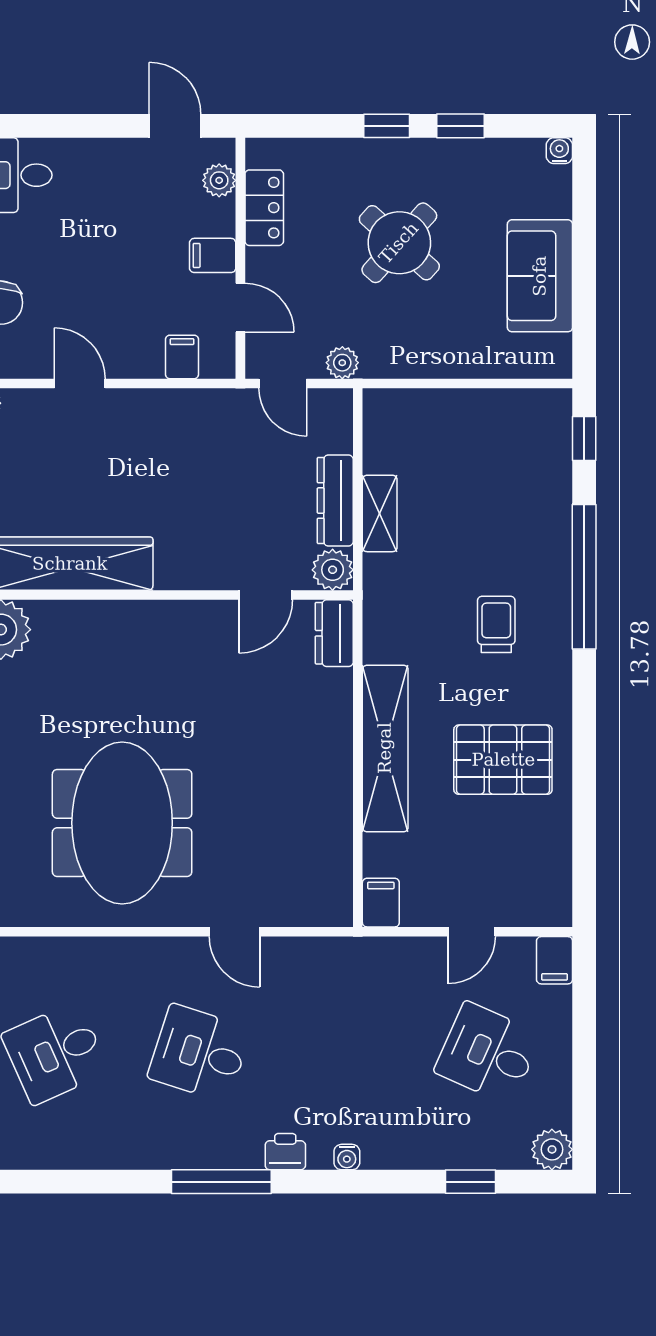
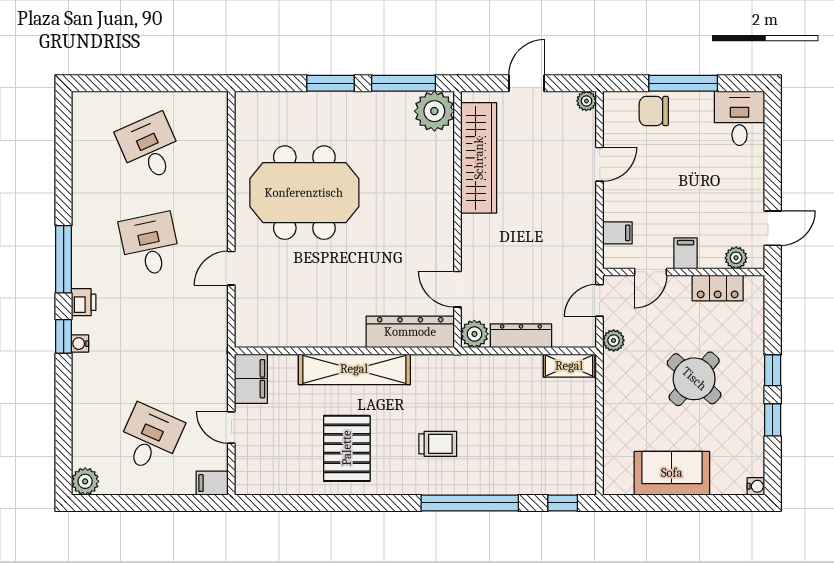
shelving: (380, 513) -> (569, 366), moved
dresser: (334, 633) -> (410, 332), width x1.96, depth x1.24
filing cabinet: (381, 903) -> (251, 379), width x2.00
desk: (200, 1053) -> (150, 245), turned -30
window: (471, 1182) -> (64, 336), moved

